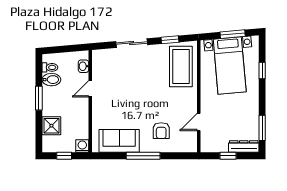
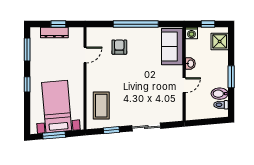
washbasin: (83, 66) -> (190, 64), moved
coffee table: (181, 67) -> (101, 106), width x0.73, depth x0.76
window: (262, 70) -> (27, 84), moved
shower: (51, 126) -> (220, 41), moved
sofa: (119, 141) -> (172, 47), moved, turned 90
dresser: (244, 147) -> (54, 32), moved
window: (143, 156) -> (136, 24), width x1.46

